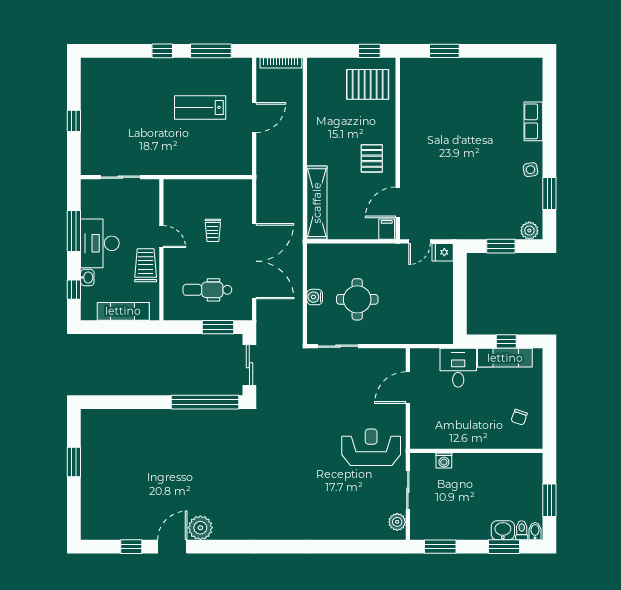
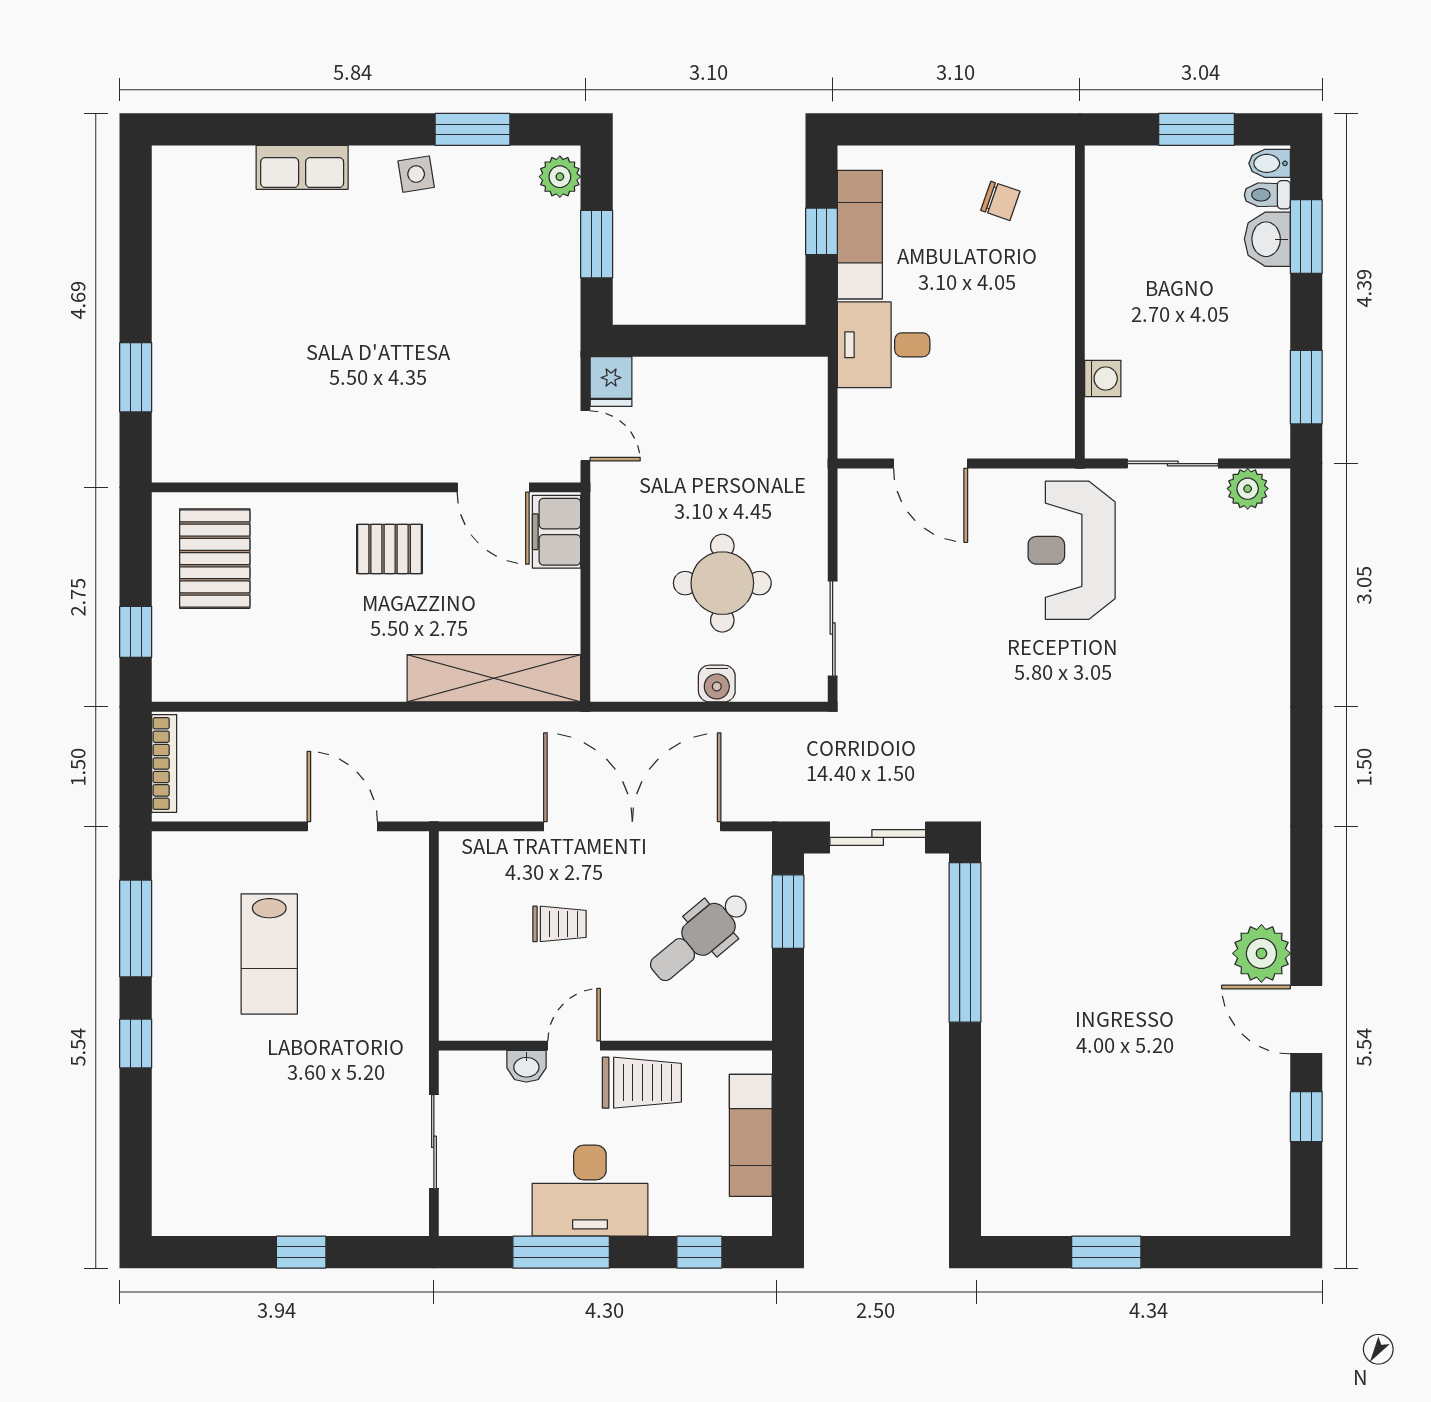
window: (369, 51) -> (136, 632), moved
door: (254, 118) -> (342, 826), moved
filing cabinet: (387, 229) -> (556, 532), width x2.00
trolley: (146, 265) -> (642, 1083), turned 180
washbasin: (87, 277) -> (526, 1066), moved, turned 180
dental chair: (207, 290) -> (700, 937), turned 50

